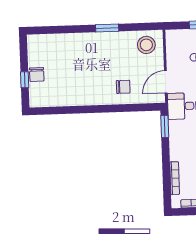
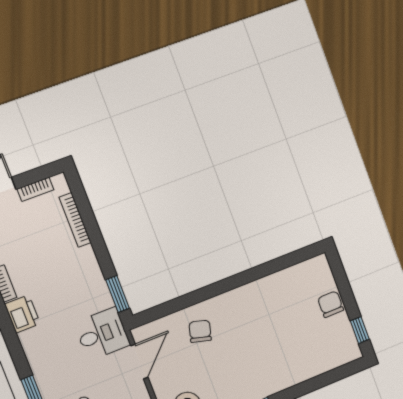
window: (25, 80) -> (360, 330), moved
chair: (123, 87) -> (200, 331), turned 105

